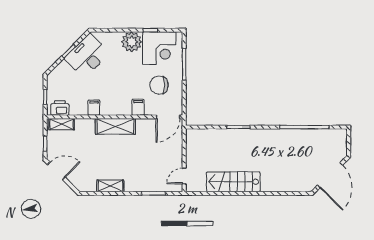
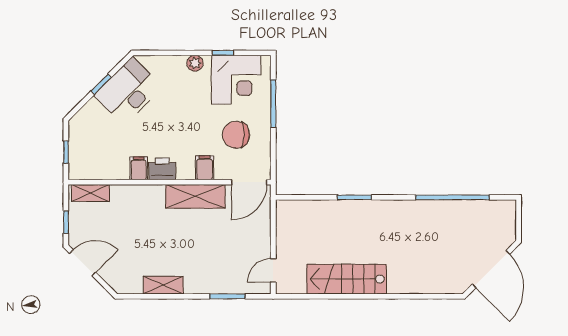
plant: (132, 42) -> (195, 63), width x0.53, depth x0.53
printer: (60, 108) -> (162, 169), moved
shelving: (115, 126) -> (195, 196), moved

